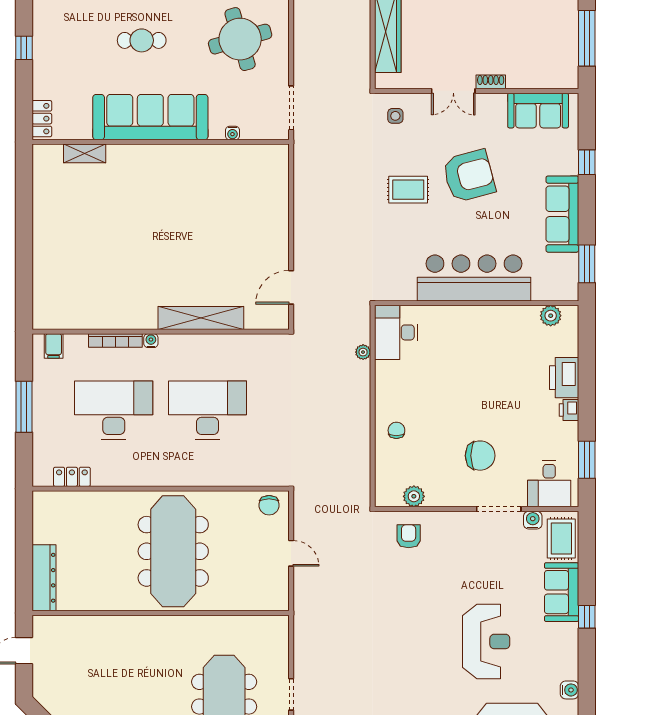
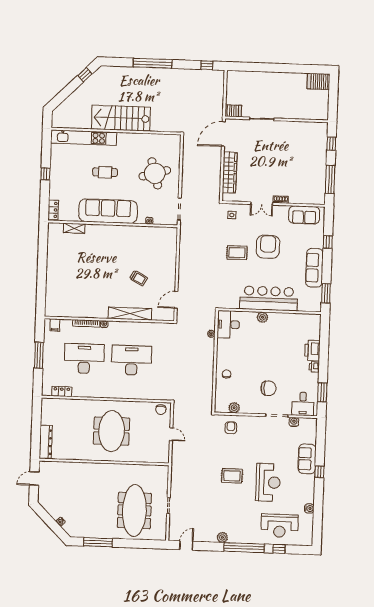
armchair: (469, 176) -> (268, 247), turned -75
trolley: (215, 247) -> (138, 278), added
plant: (551, 316) -> (262, 317), moved
rug: (561, 539) -> (232, 476), moved, turned 90
meeting table: (173, 551) -> (112, 431), width x0.73

